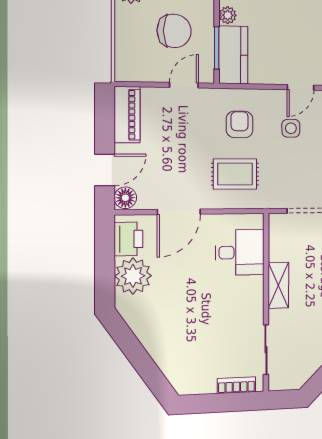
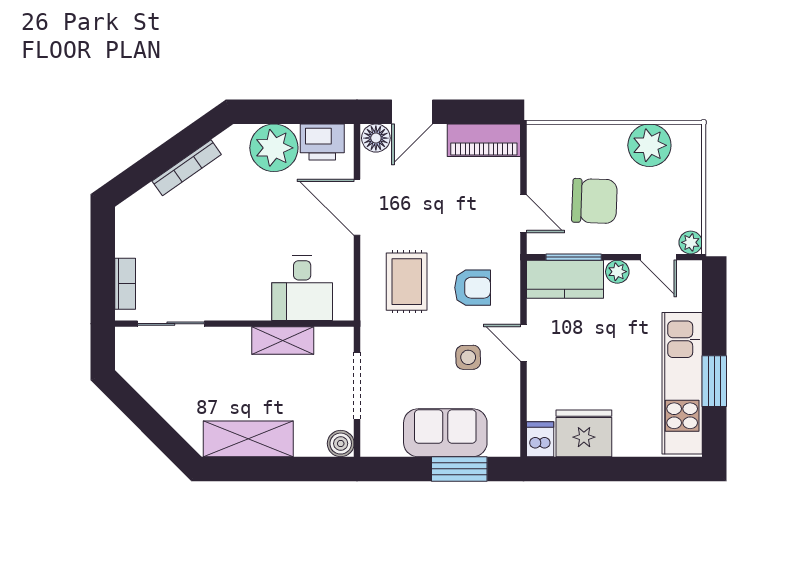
chair: (174, 31) -> (594, 201), turned -88
door: (301, 87) -> (523, 343), moved
door: (105, 170) -> (412, 112), hinge flipped
shelving: (278, 285) -> (283, 341), moved
bookcase: (148, 342) -> (187, 168), added

